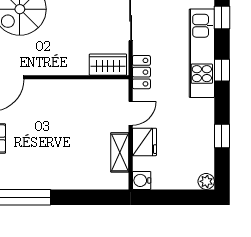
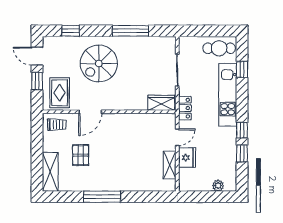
window: (222, 70) -> (242, 130), moved
water cooler: (142, 180) -> (185, 185), removed
plant: (206, 181) -> (218, 186), moved

